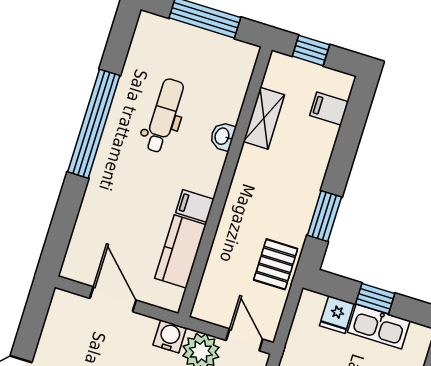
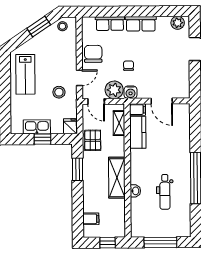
shelving: (264, 118) -> (117, 178), moved, width x1.50, depth x1.33
filing cabinet: (195, 206) -> (138, 110), moved
shelving: (212, 282) -> (119, 123), added
fridge: (337, 315) -> (70, 126), moved

